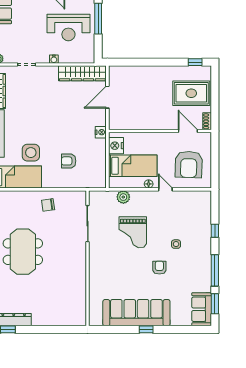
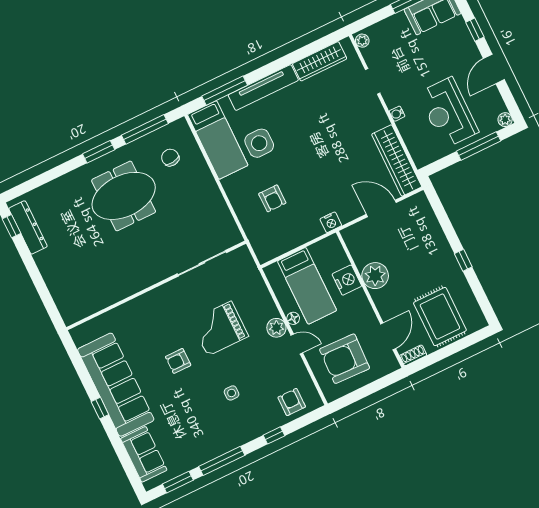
window: (195, 62) -> (463, 260), moved
plant: (147, 121) -> (375, 276), added
nightstand: (116, 146) -> (347, 280), moved, turned 90
armchair: (69, 161) -> (272, 198), turned 180
door: (165, 189) -> (297, 344), hinge flipped
plant: (123, 197) -> (276, 328), moved
chair: (48, 205) -> (170, 158), moved
armchair: (200, 210) -> (292, 402), added
armchair: (159, 268) -> (178, 361), moved, turned 180
sofa: (202, 309) -> (144, 454), moved, turned 90

